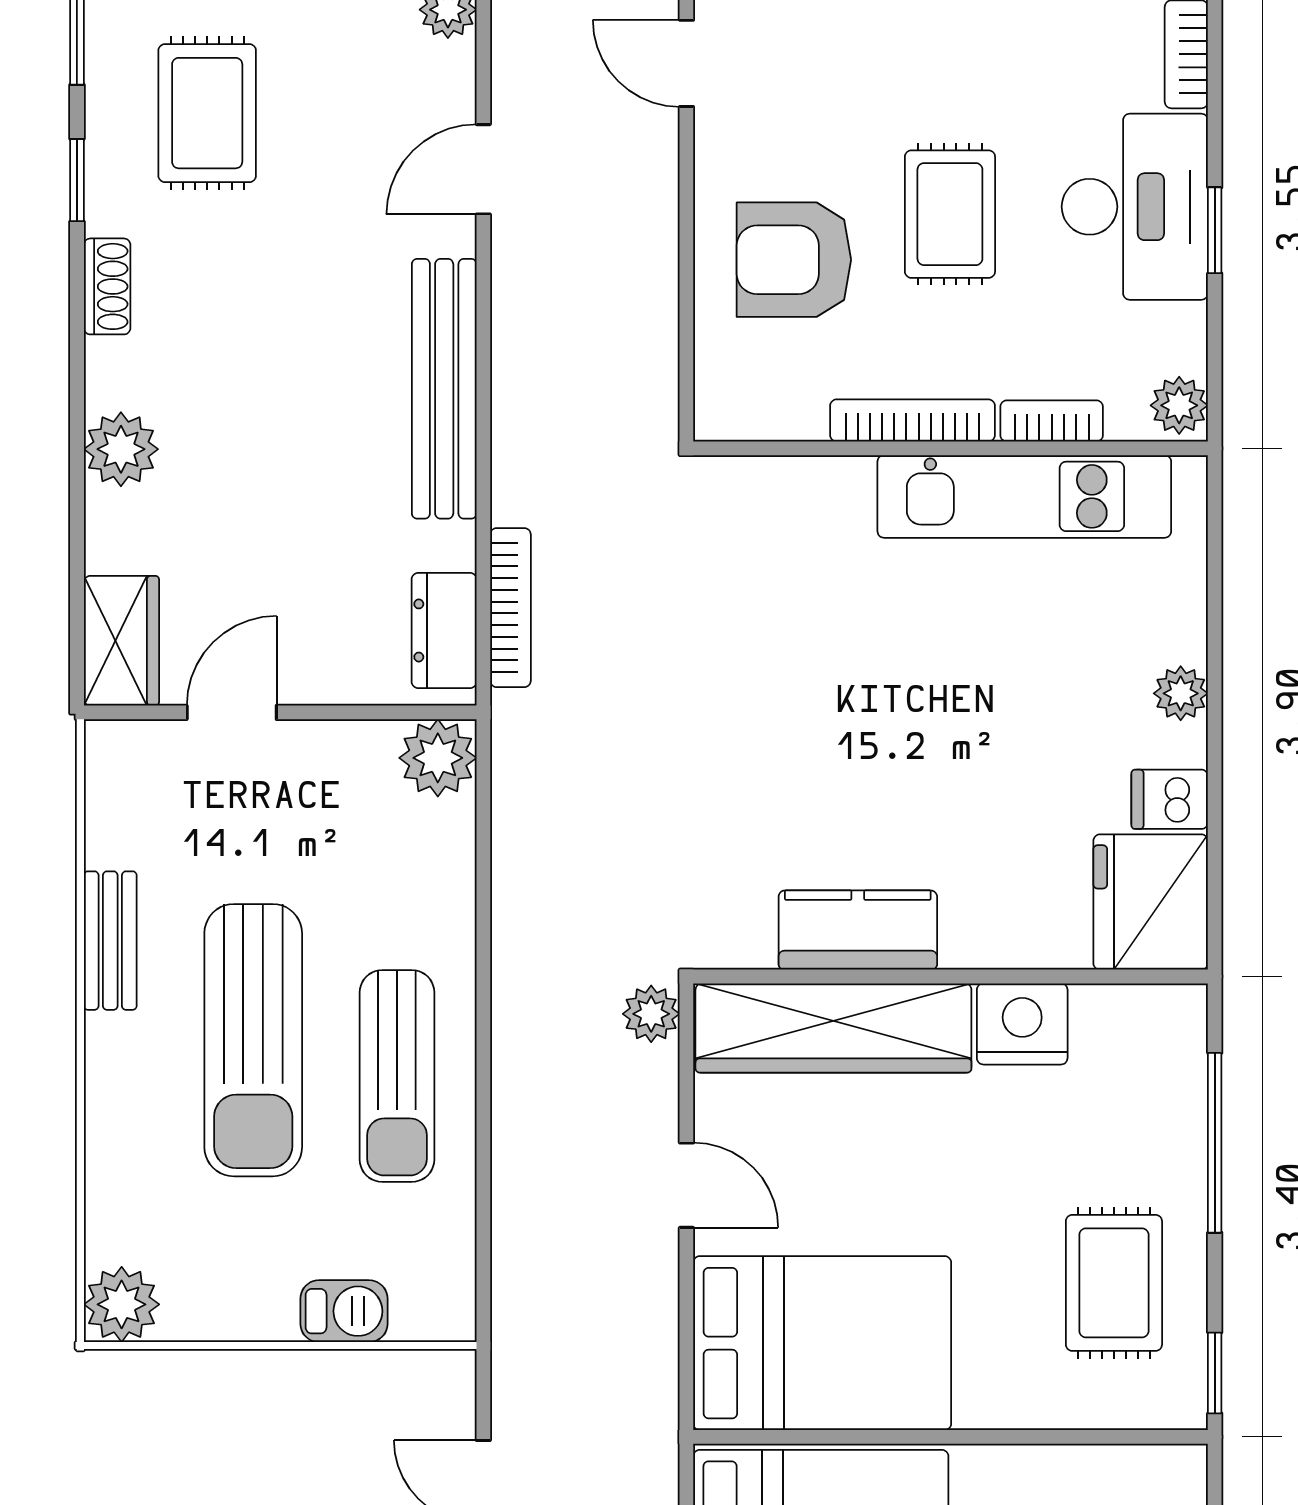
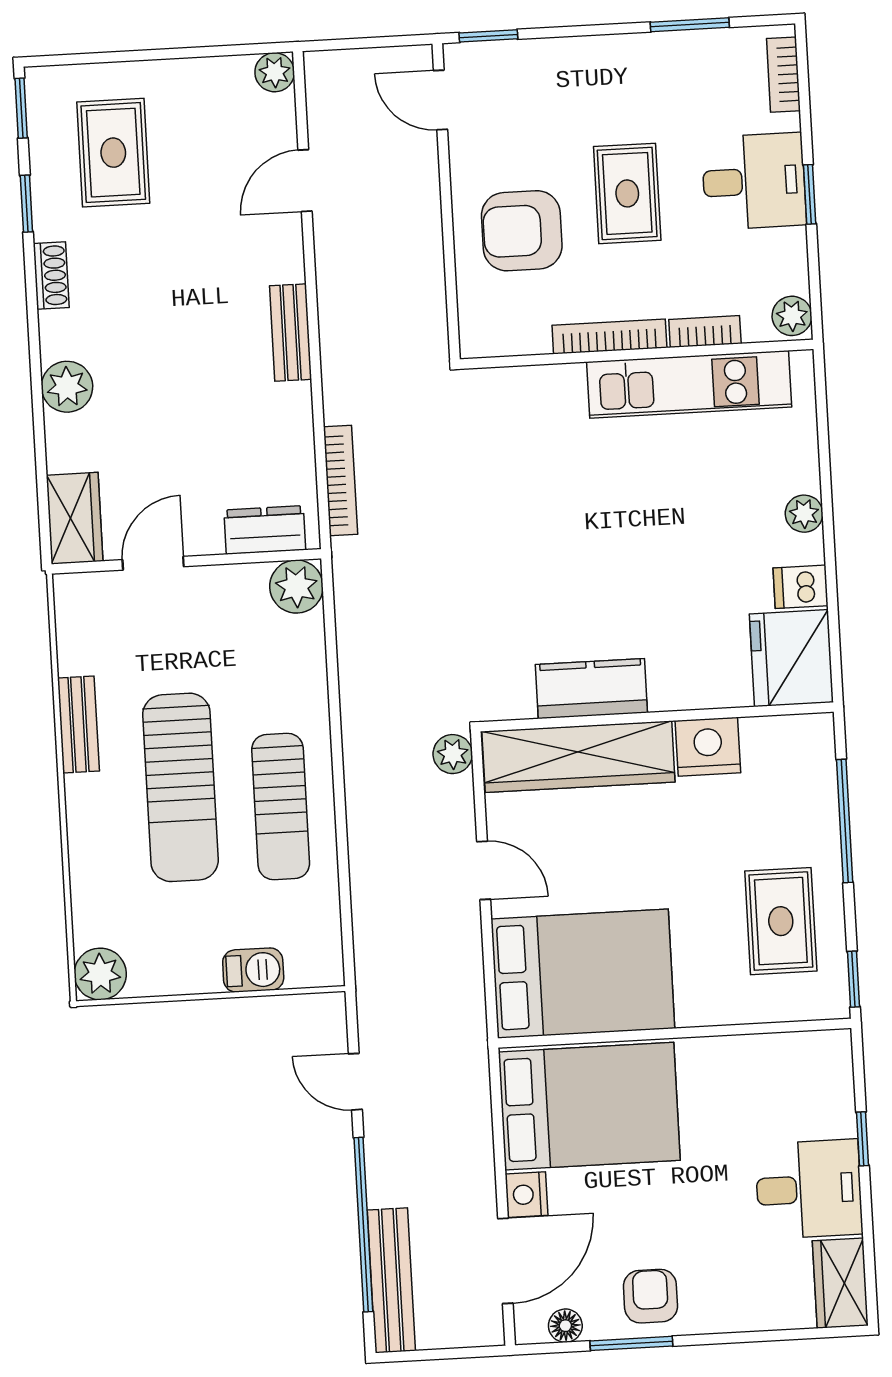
desk: (1135, 207) -> (754, 181), width x0.73
bench: (444, 389) -> (291, 333), width x0.54, depth x0.82
dresser: (444, 630) -> (265, 530), moved, turned 90

